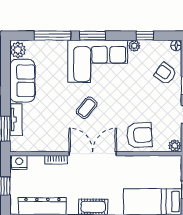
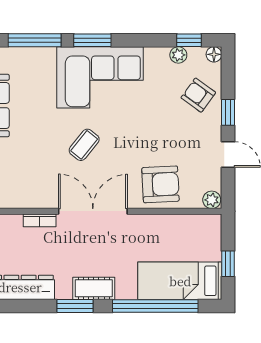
window: (145, 36) -> (189, 40), moved
plant: (134, 46) -> (178, 55), moved

